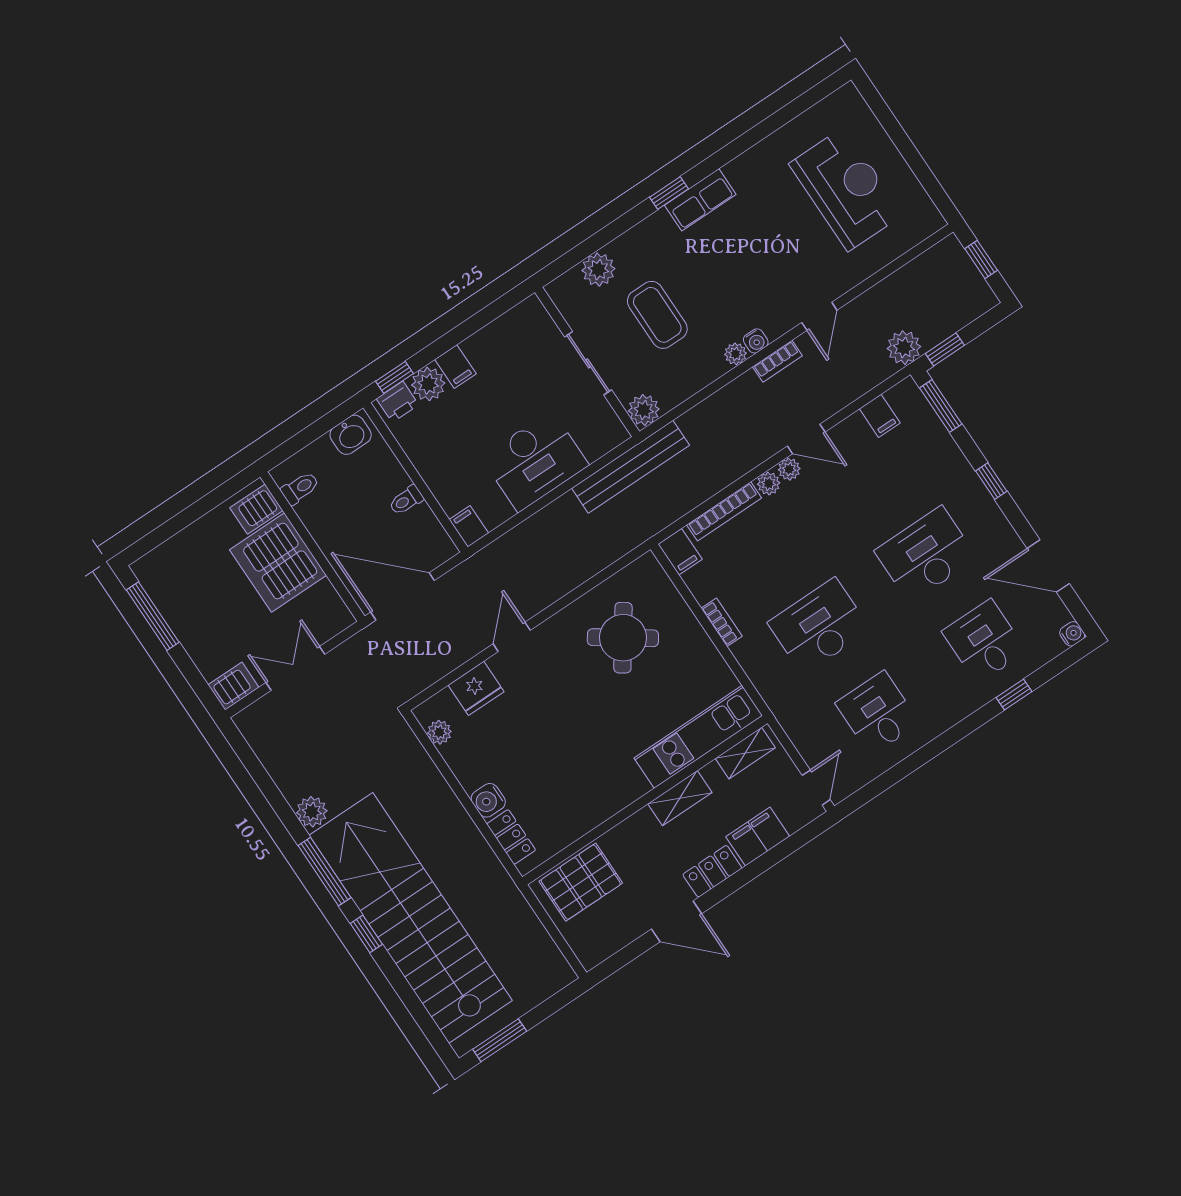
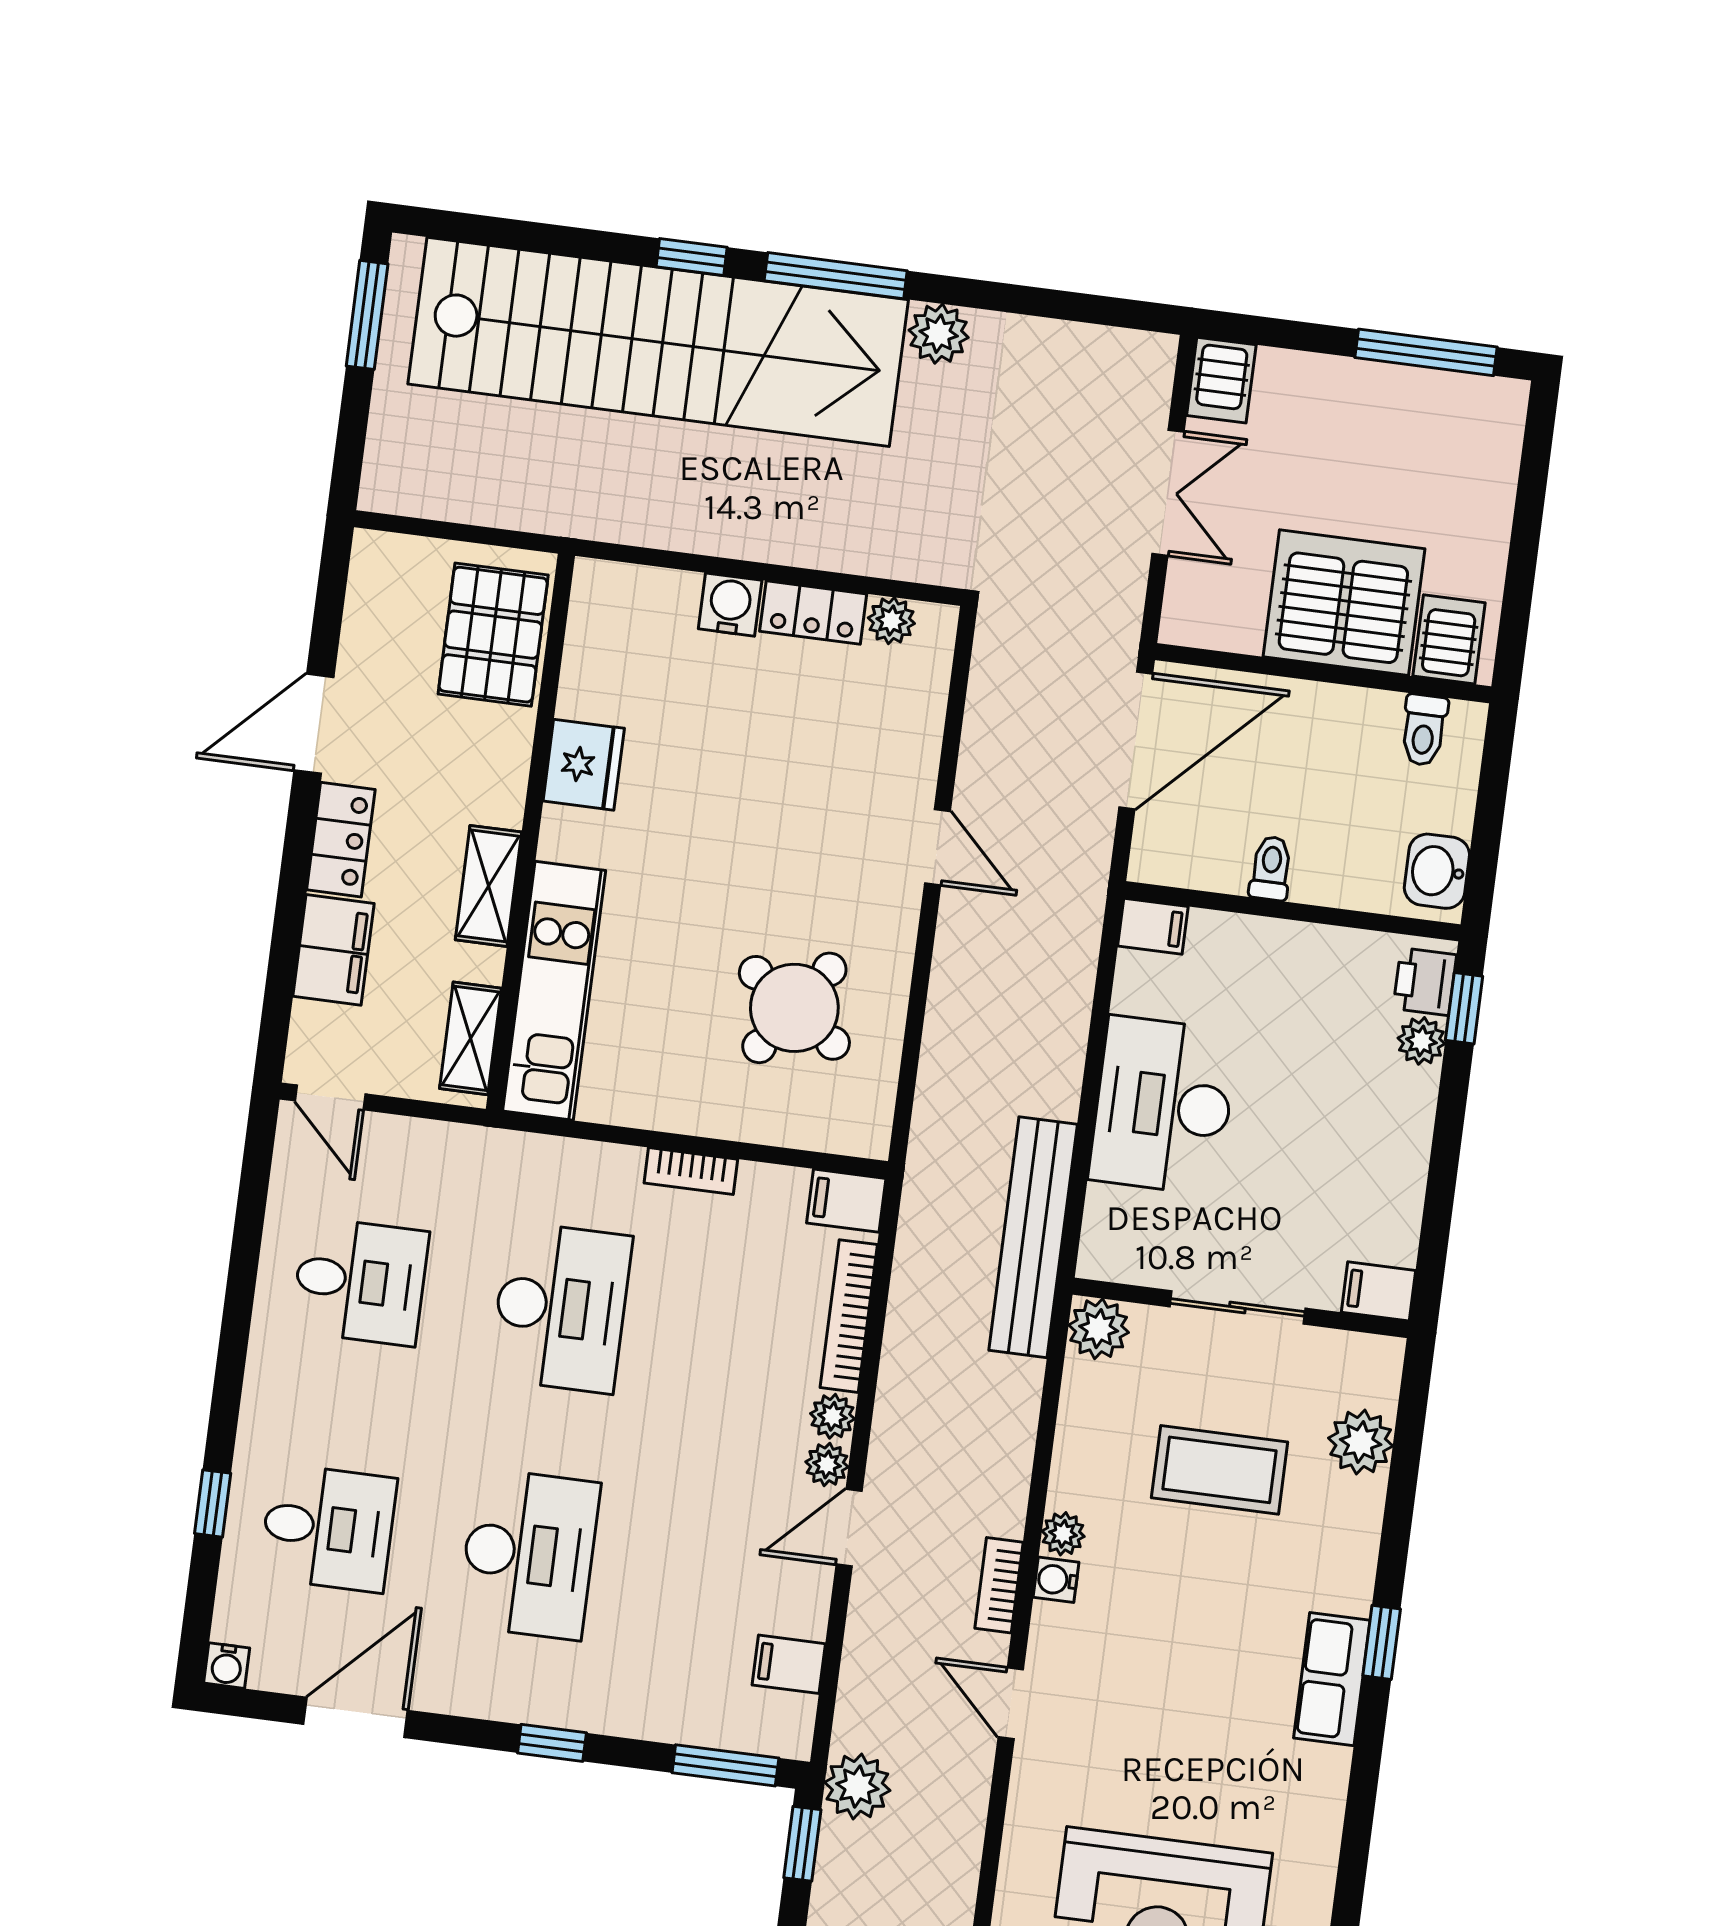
filing cabinet: (456, 367) -> (1378, 1291), moved
plant: (428, 384) -> (1421, 1041), width x0.73, depth x0.73
fridge: (476, 688) -> (584, 765), moved, turned 180
locker: (511, 837) -> (813, 613), moved

